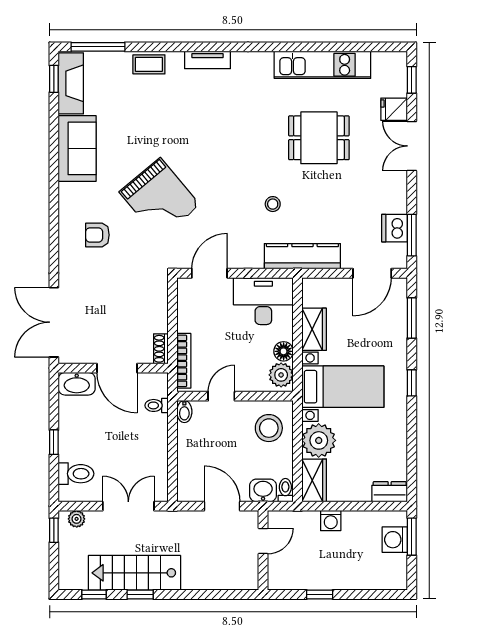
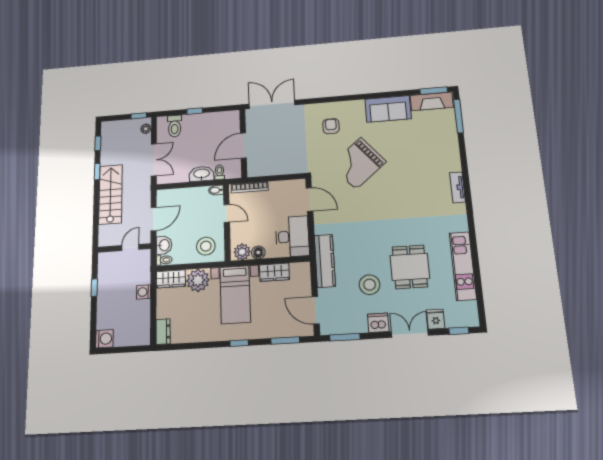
coffee table: (149, 64) -> (450, 149), removed
window: (54, 79) -> (434, 91), width x1.50
stool: (273, 204) -> (370, 285), moved, width x1.89, depth x1.89
dishwasher: (395, 228) -> (378, 323), moved
shoe rack: (161, 349) -> (257, 172), removed
washbasin: (77, 384) -> (202, 174), moved, turned 90
window: (412, 537) -> (132, 349), removed
washing machine: (395, 540) -> (104, 339), moved, turned 90
door: (263, 541) -> (130, 247), swing flipped
stairs: (134, 573) -> (111, 194), moved

